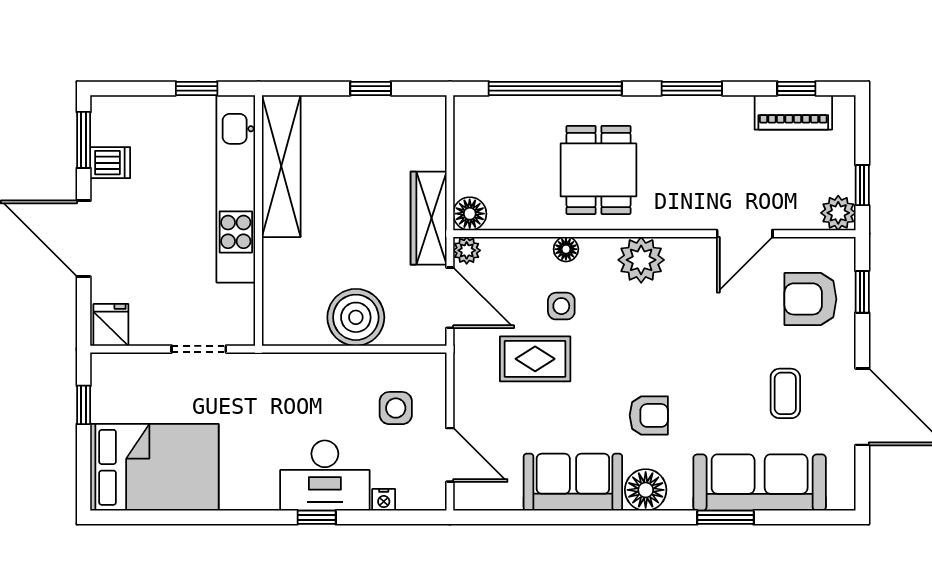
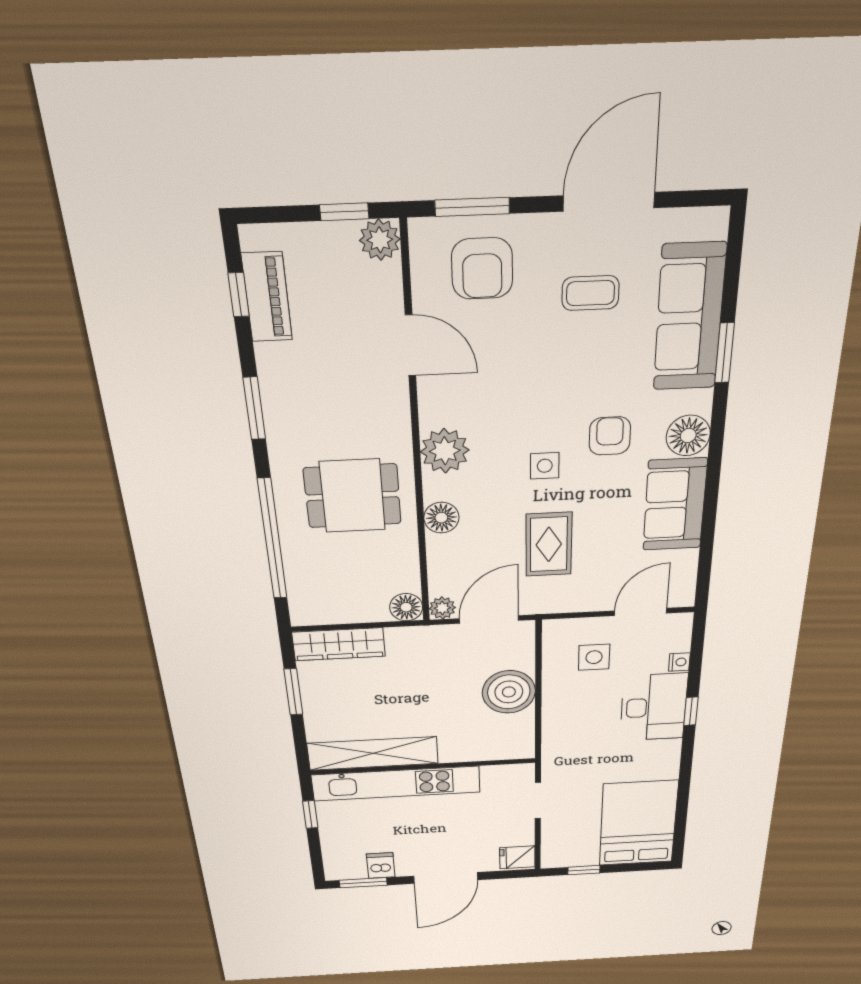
window: (371, 88) -> (293, 692), width x1.50
wardrobe: (429, 218) -> (339, 644), moved
floor lamp: (566, 249) -> (441, 518), width x1.37, depth x1.37
window: (862, 292) -> (472, 207), width x1.50
side table: (561, 306) -> (545, 466), moved

